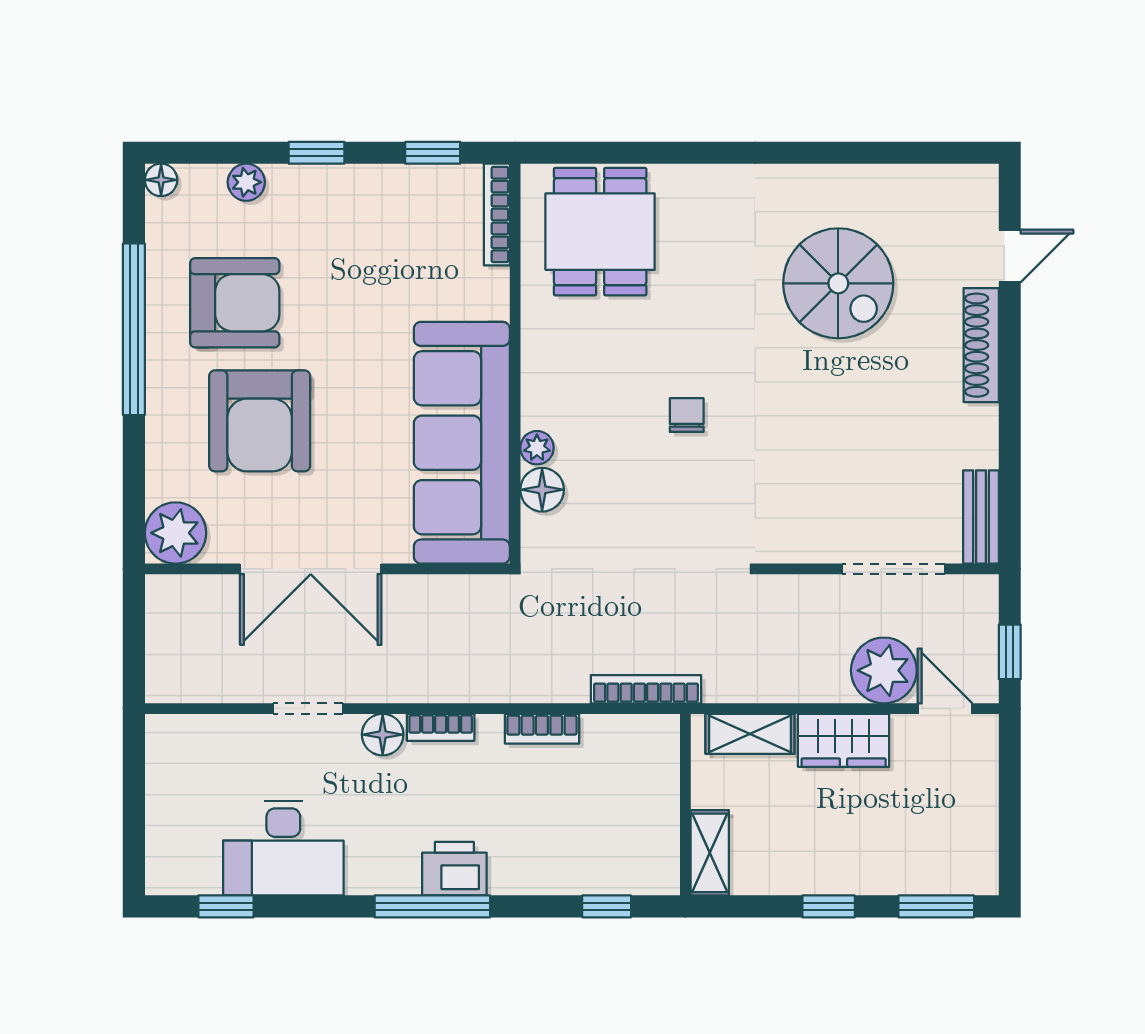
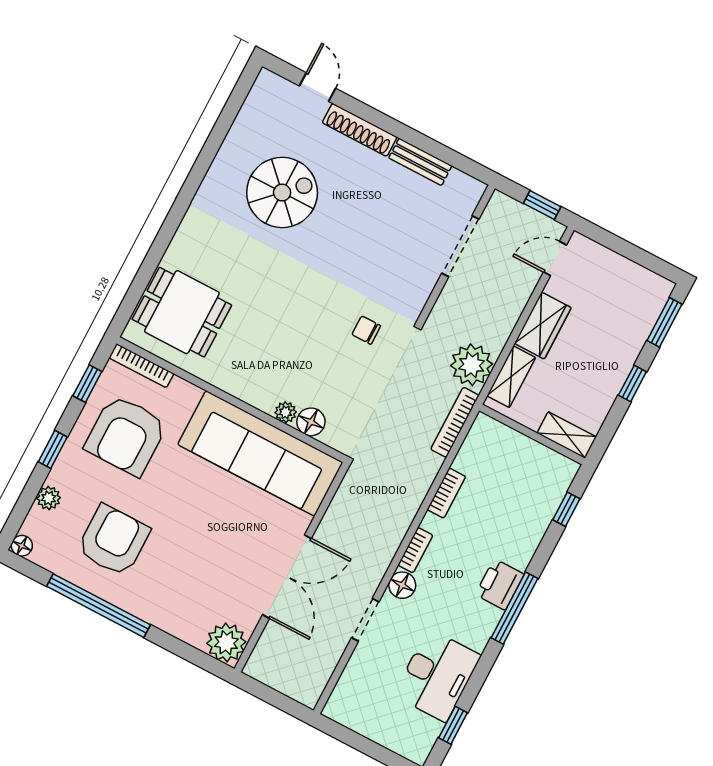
chair: (687, 415) -> (366, 330), moved
armchair: (260, 421) -> (126, 435), moved, turned 90
bench: (981, 517) -> (420, 162), moved
plant: (884, 670) -> (472, 365), moved

